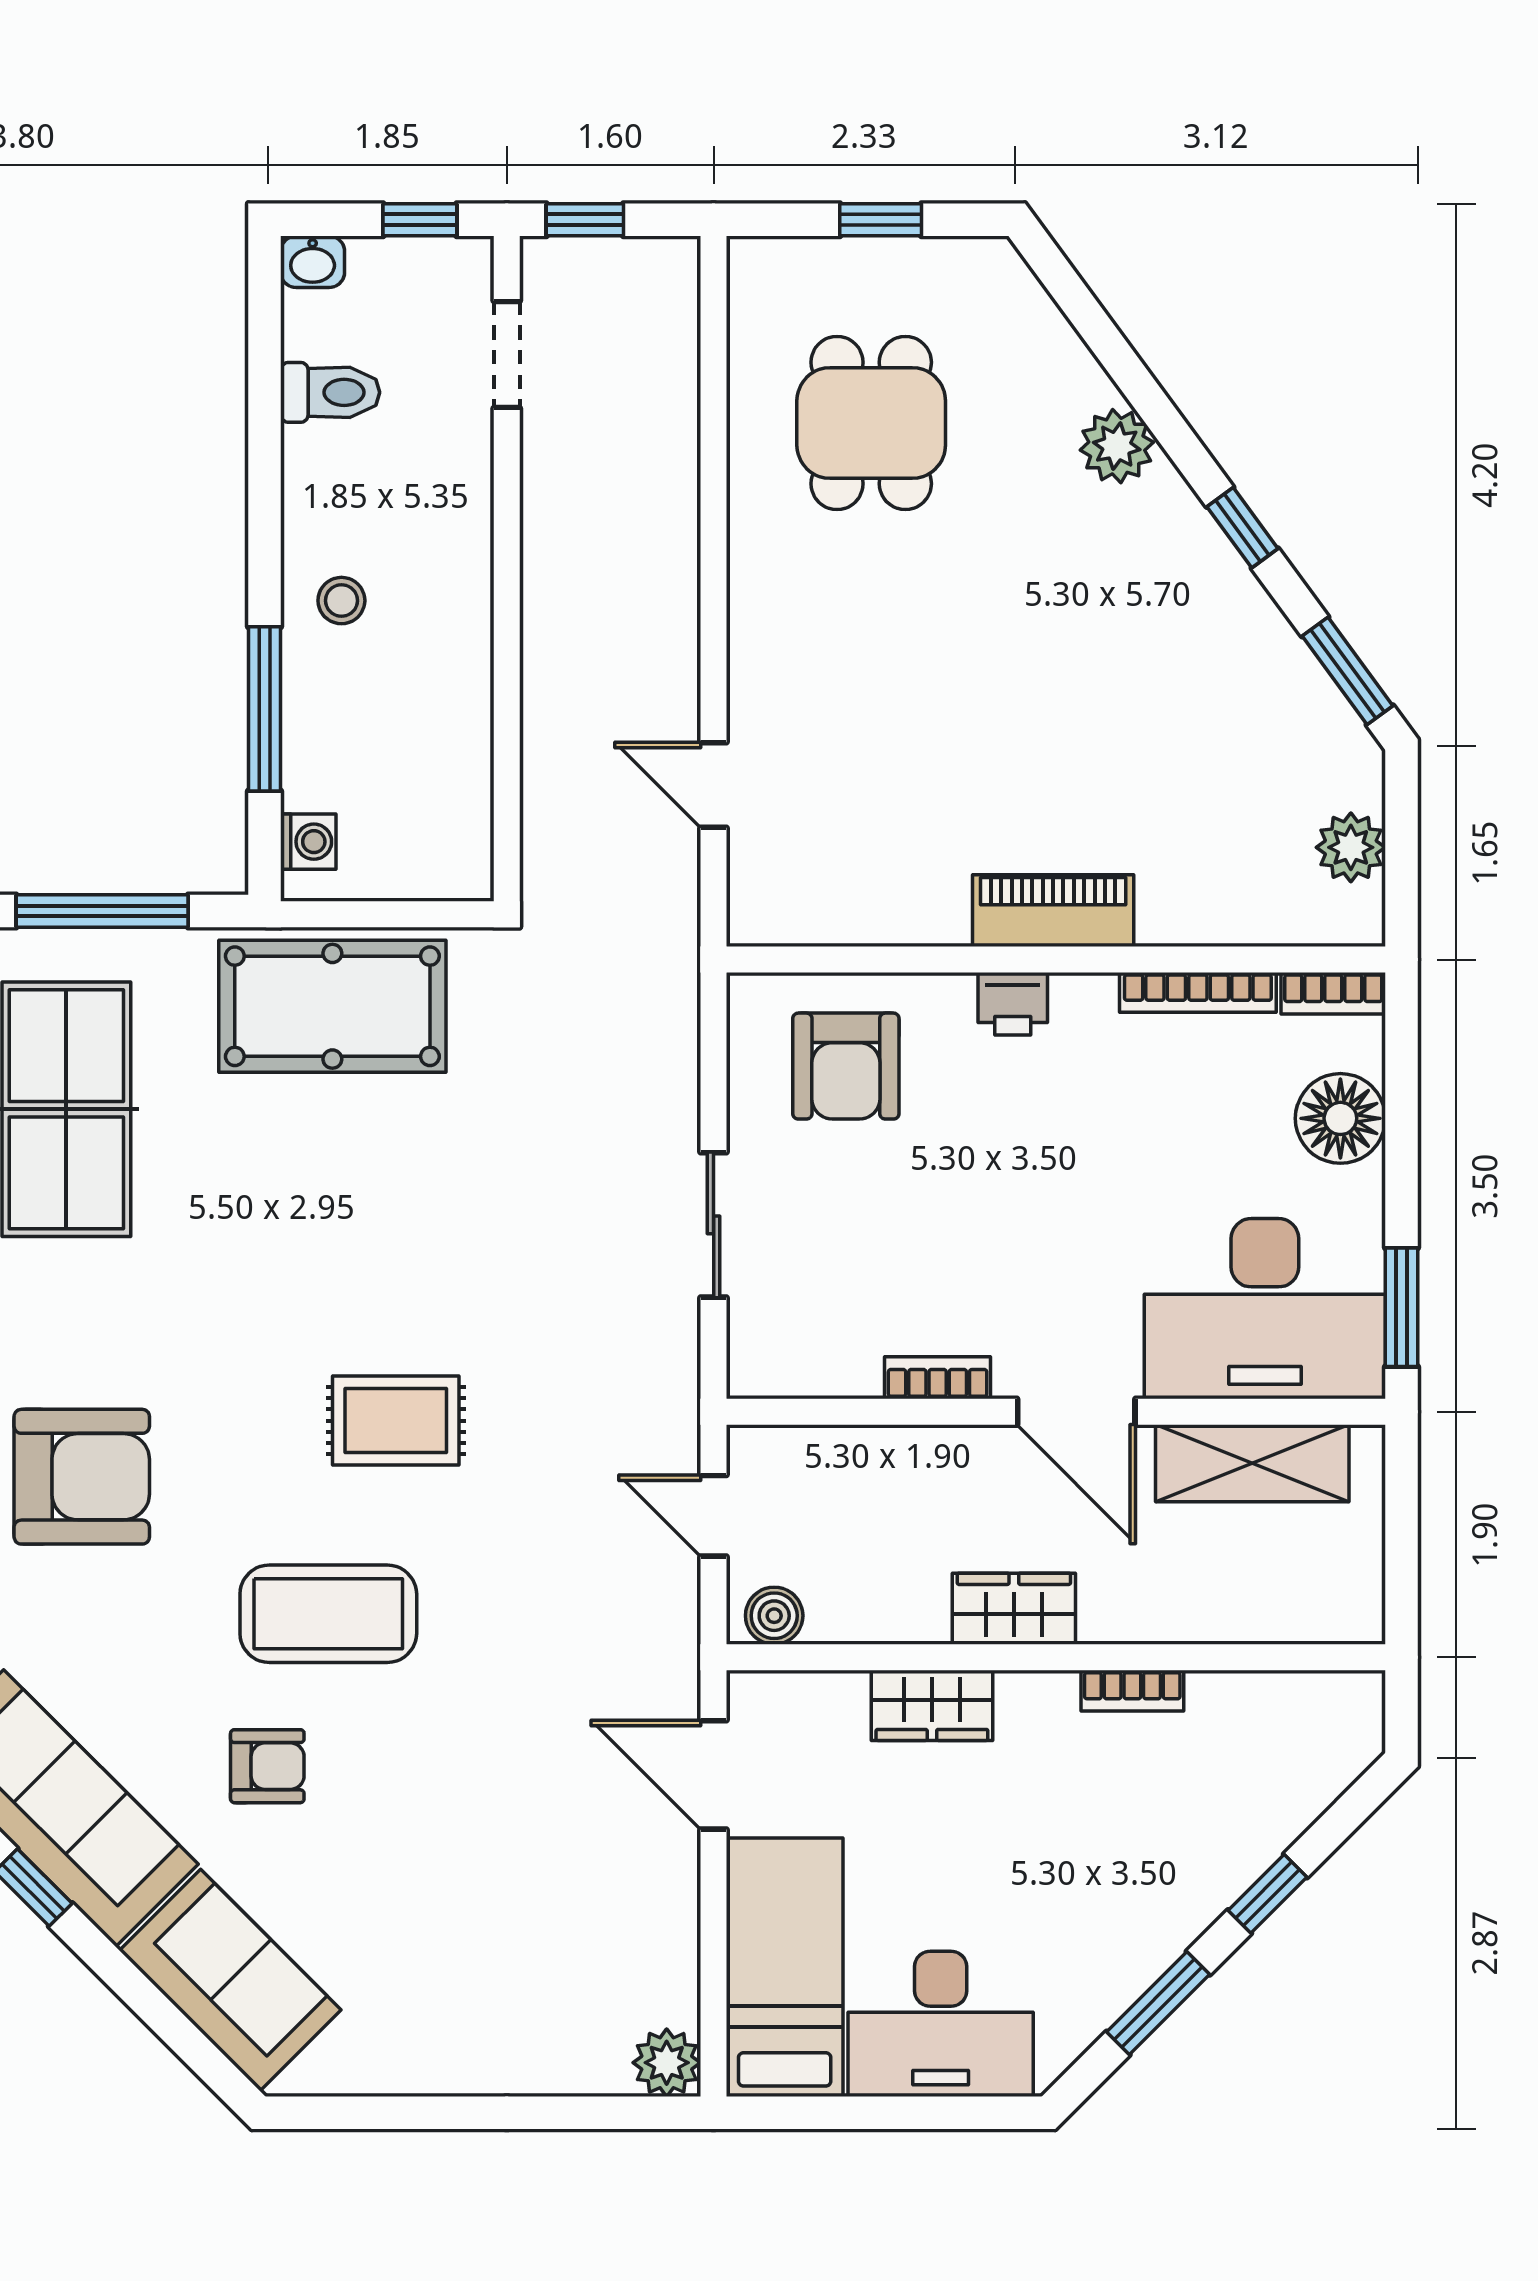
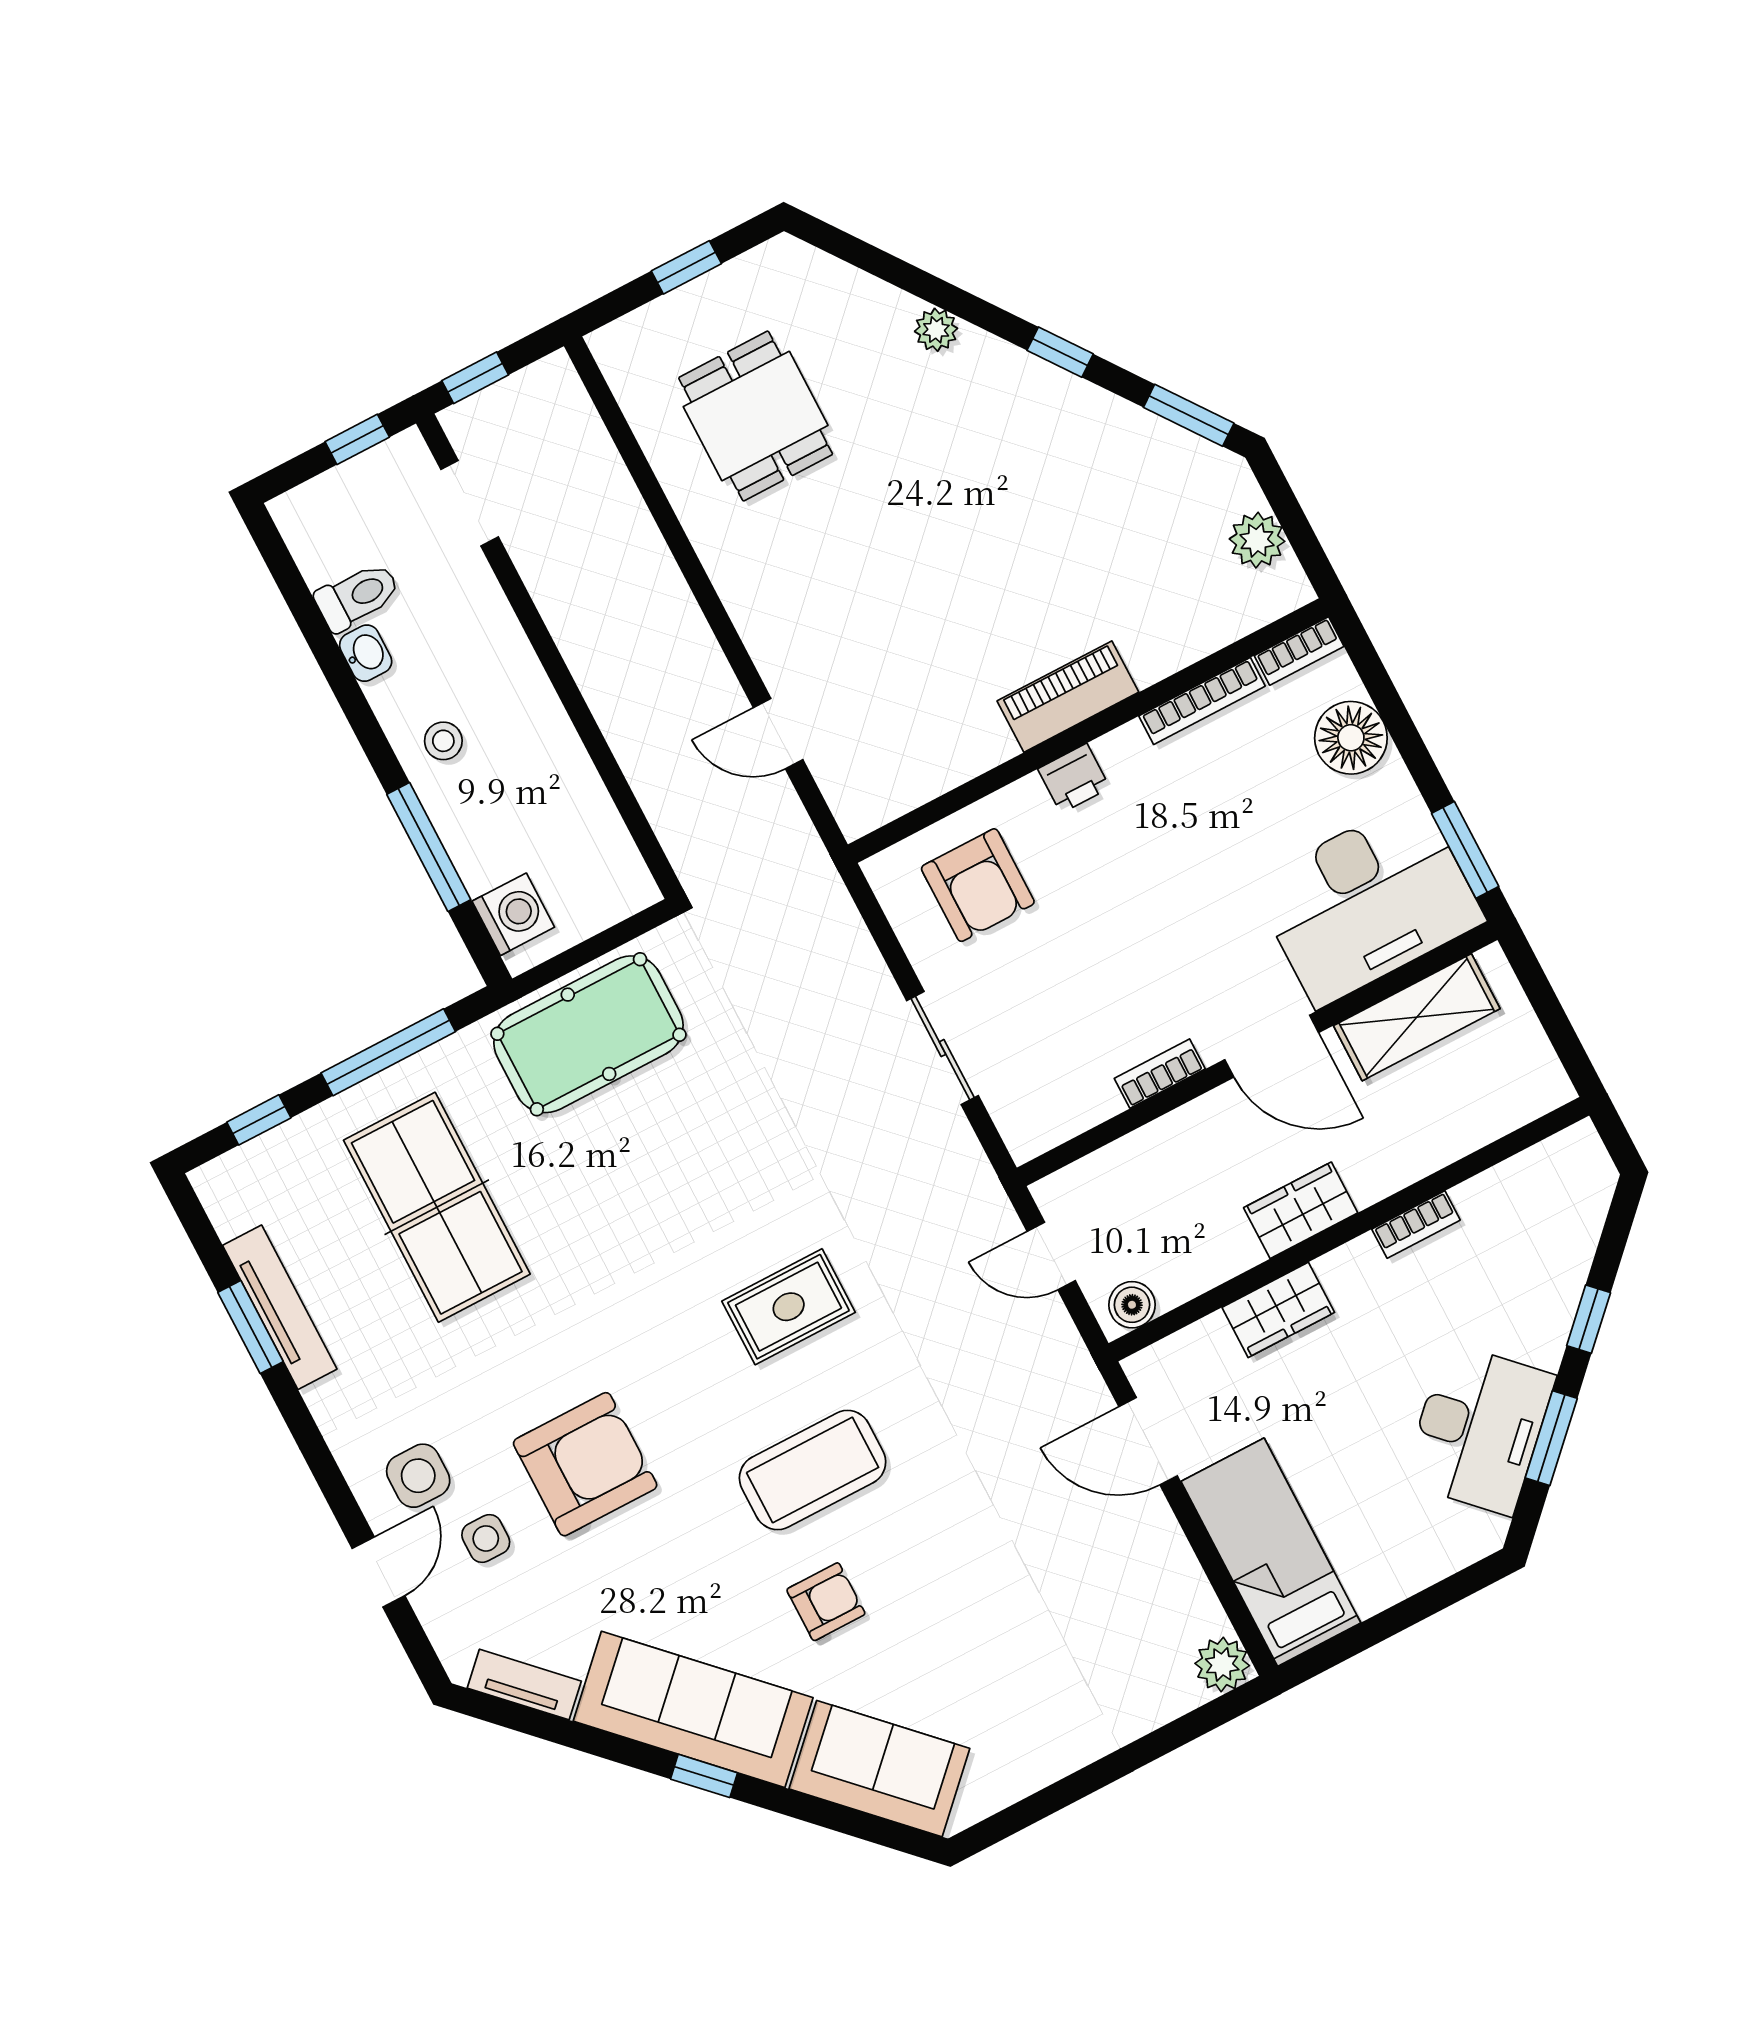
washbasin: (313, 262) -> (366, 653), moved, turned -90
plant: (1117, 446) -> (936, 330), width x0.73, depth x0.73
washing machine: (308, 842) -> (513, 914), width x1.38, depth x1.38
desk: (941, 2024) -> (1479, 1429), moved, turned -45

